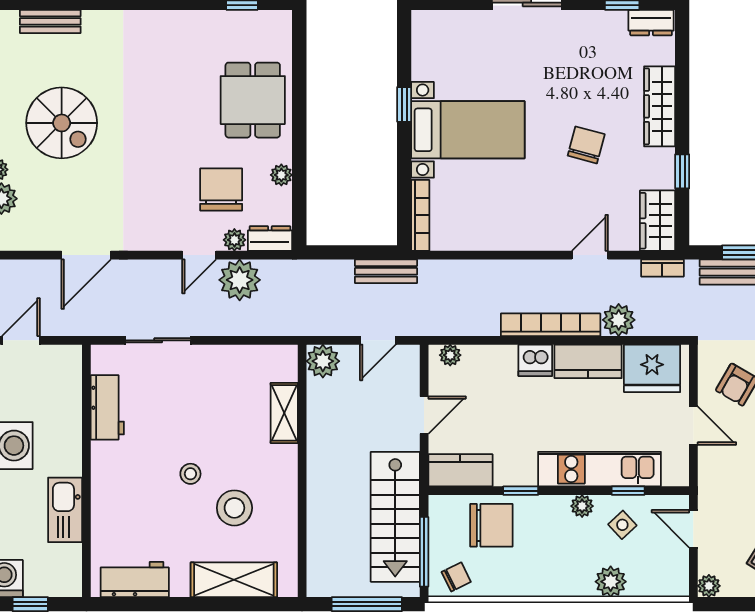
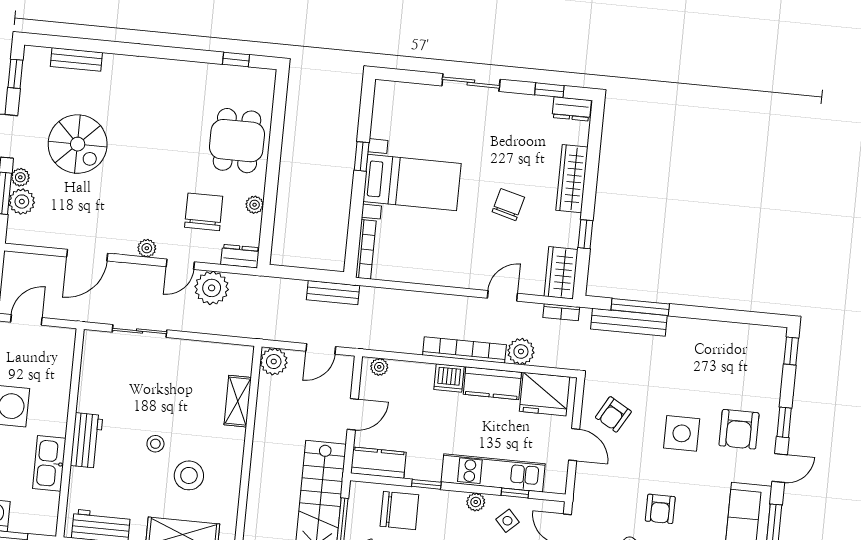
plant: (234, 240) -> (147, 248), moved
workbench: (107, 407) -> (87, 440), moved

